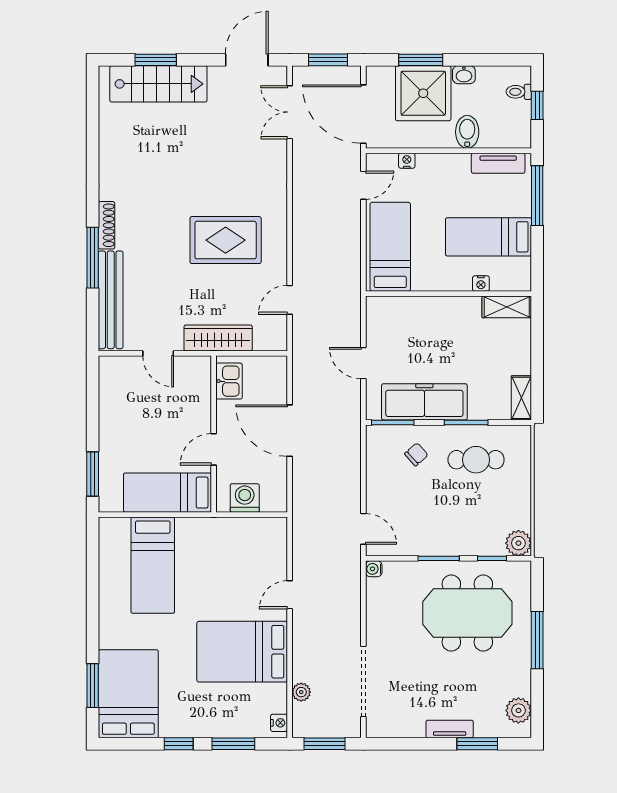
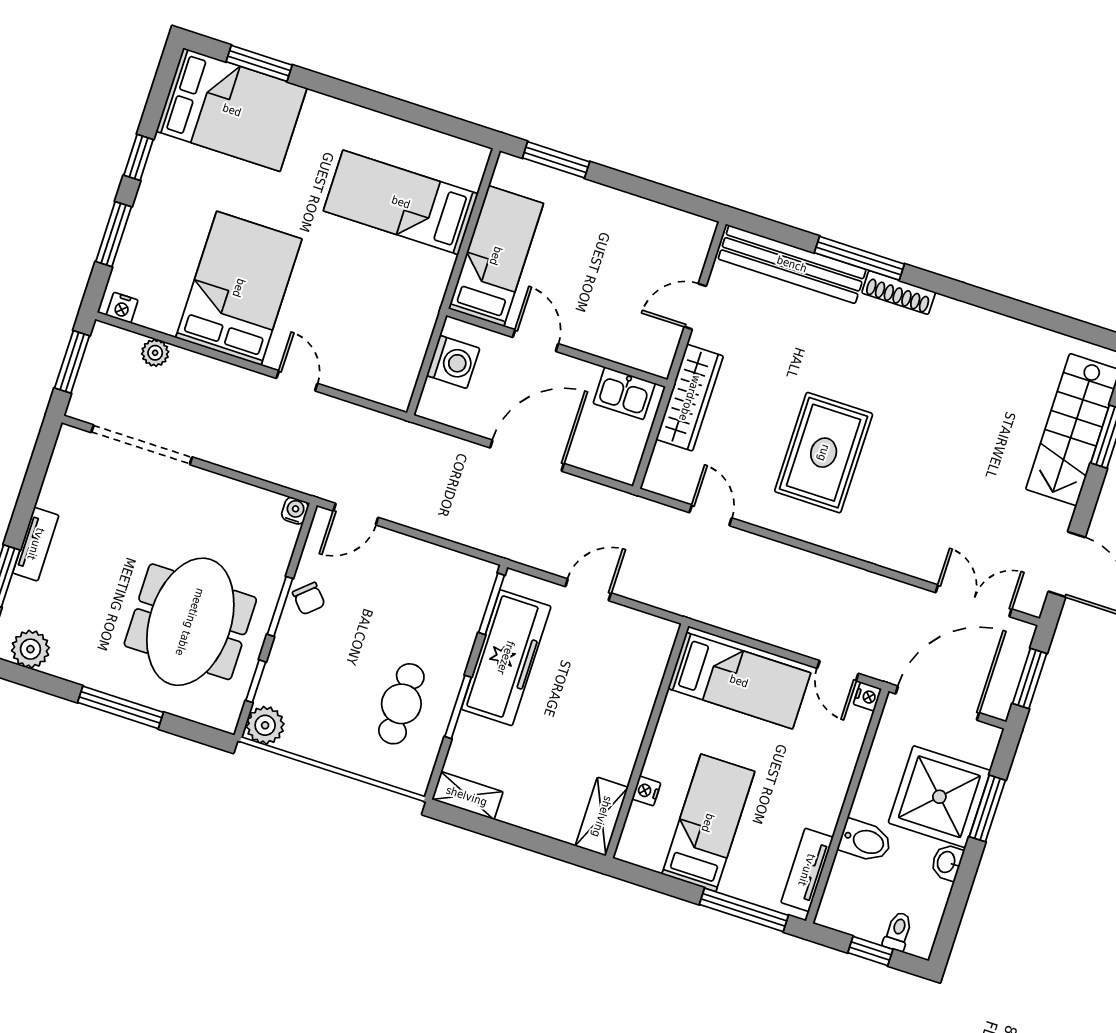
nightstand: (407, 161) -> (867, 696), moved
chair: (416, 454) -> (309, 599), moved

